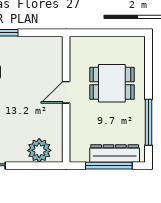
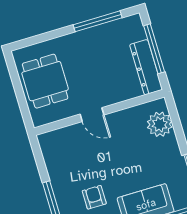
dining table: (112, 83) -> (45, 81), moved
dresser: (115, 153) -> (146, 67), moved

